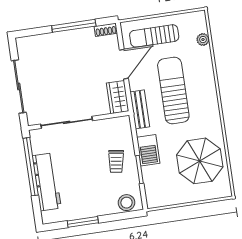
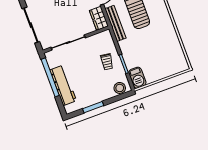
bench: (140, 109) -> (115, 23), width x1.36
barbecue: (148, 150) -> (137, 78), moved
parasol: (200, 161) -> (163, 50), removed

